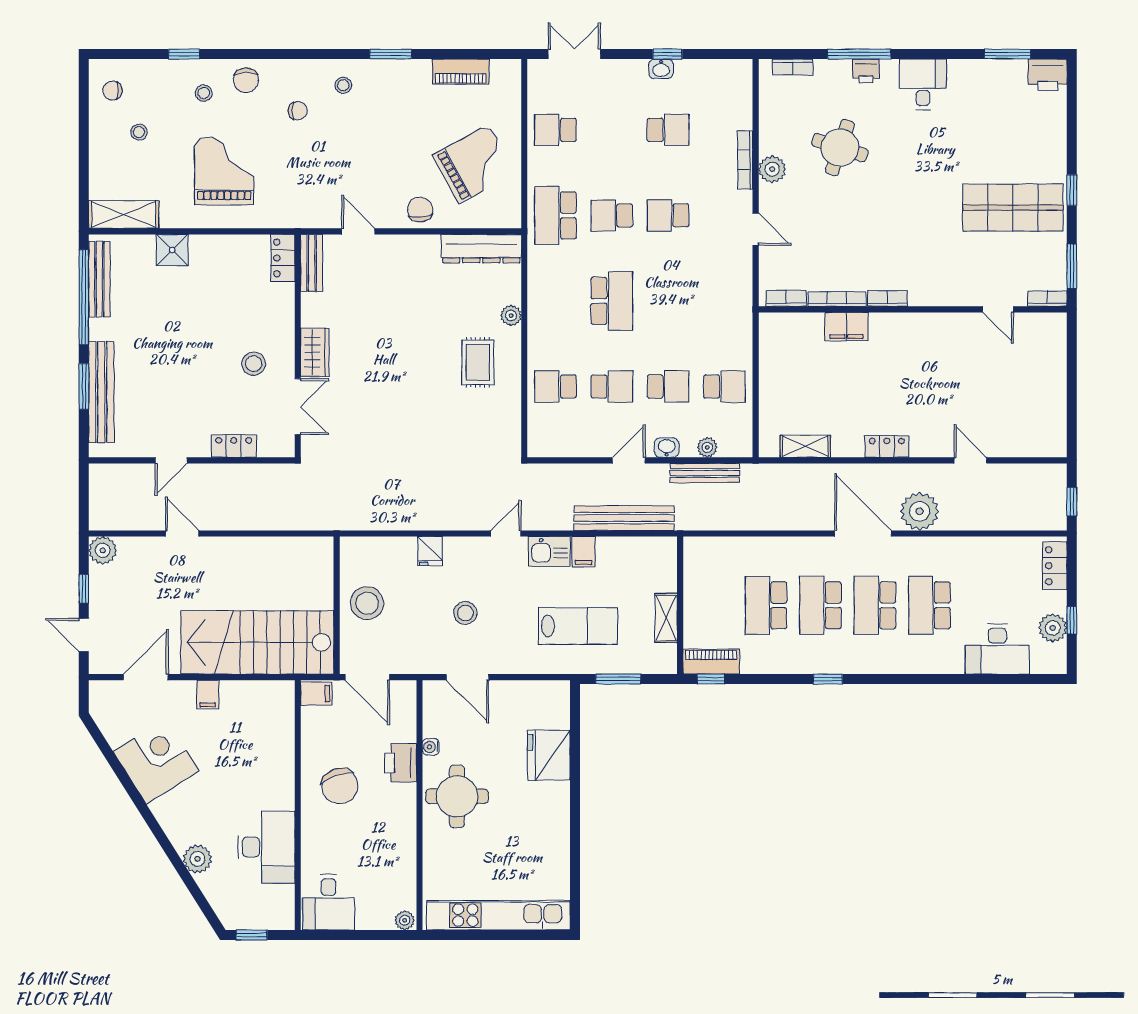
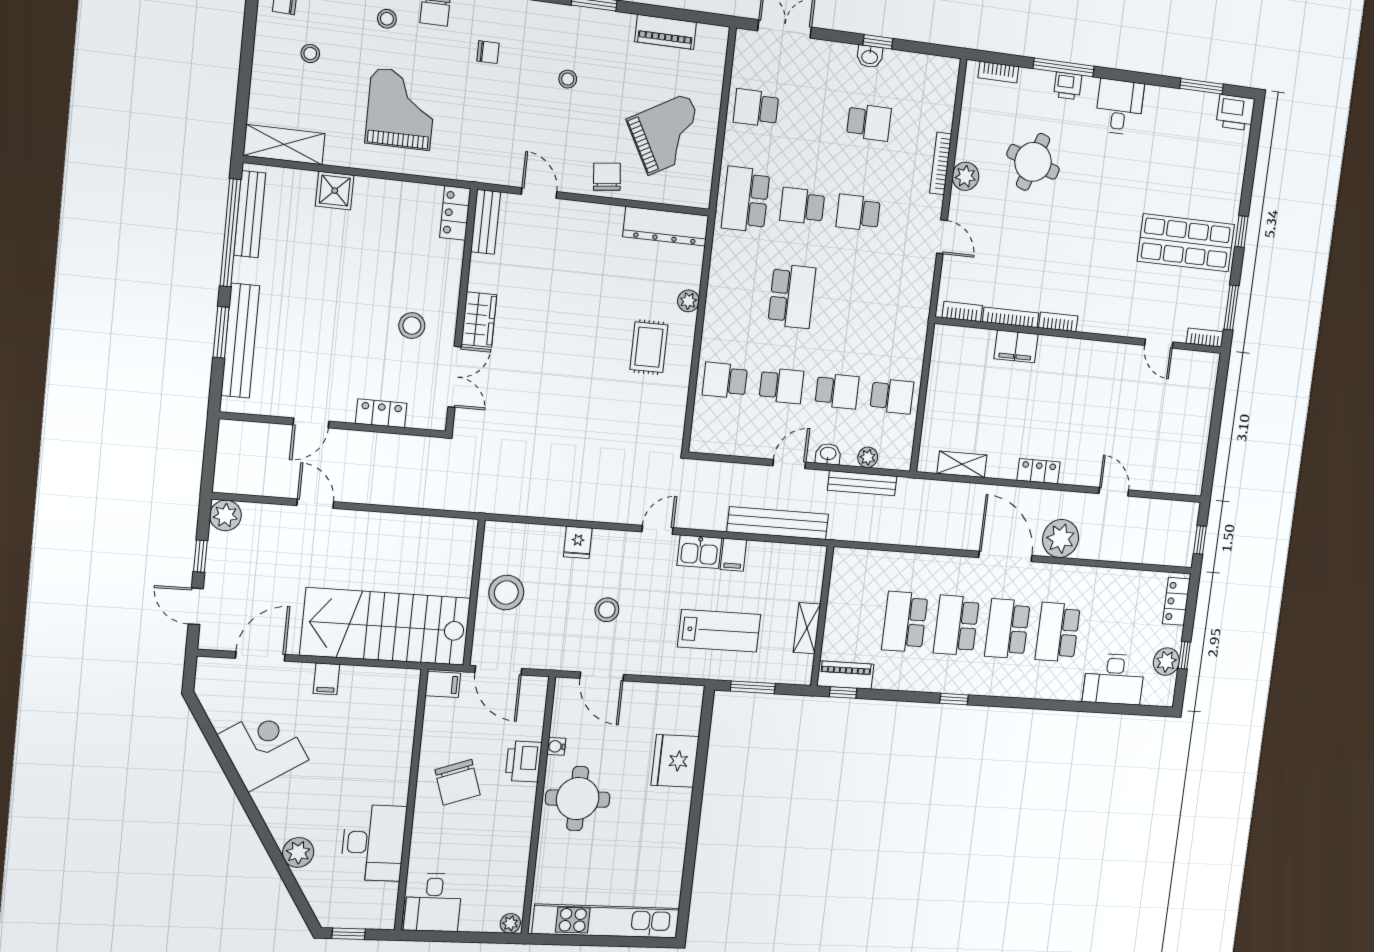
stool: (343, 85) -> (568, 79), moved

